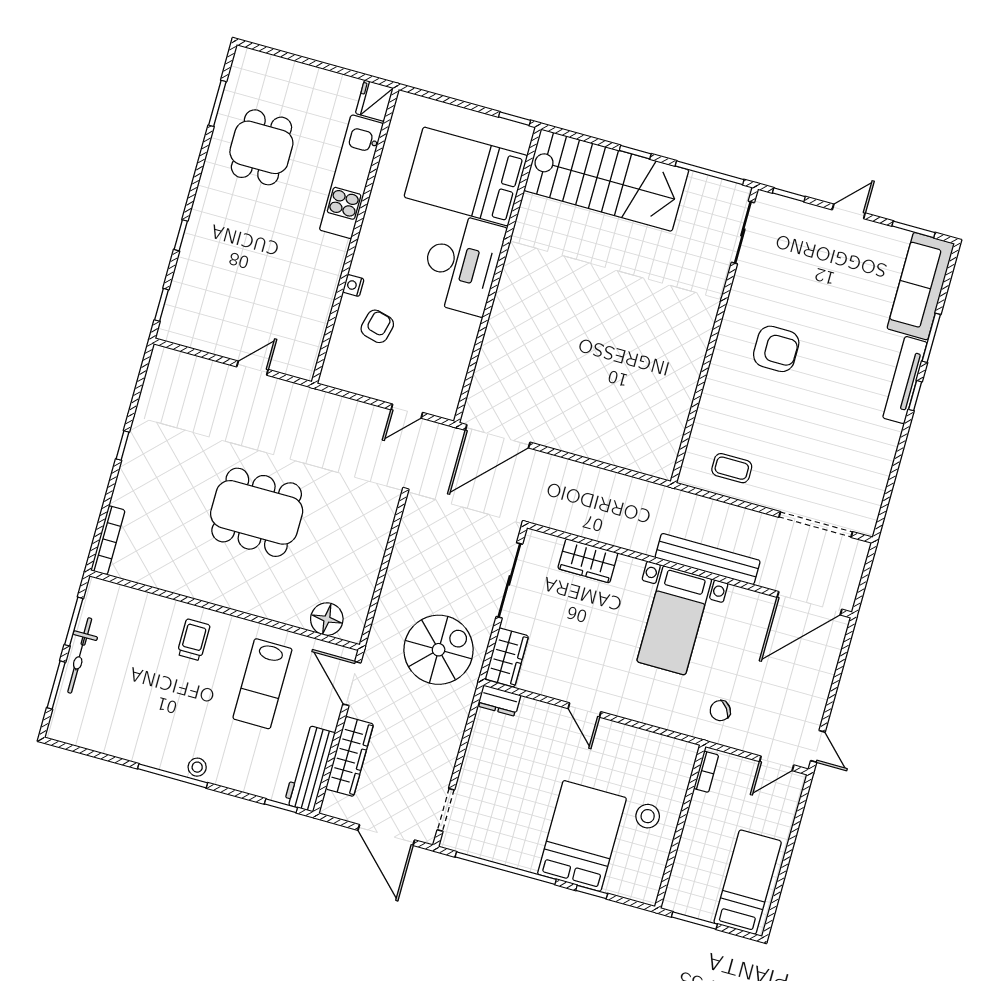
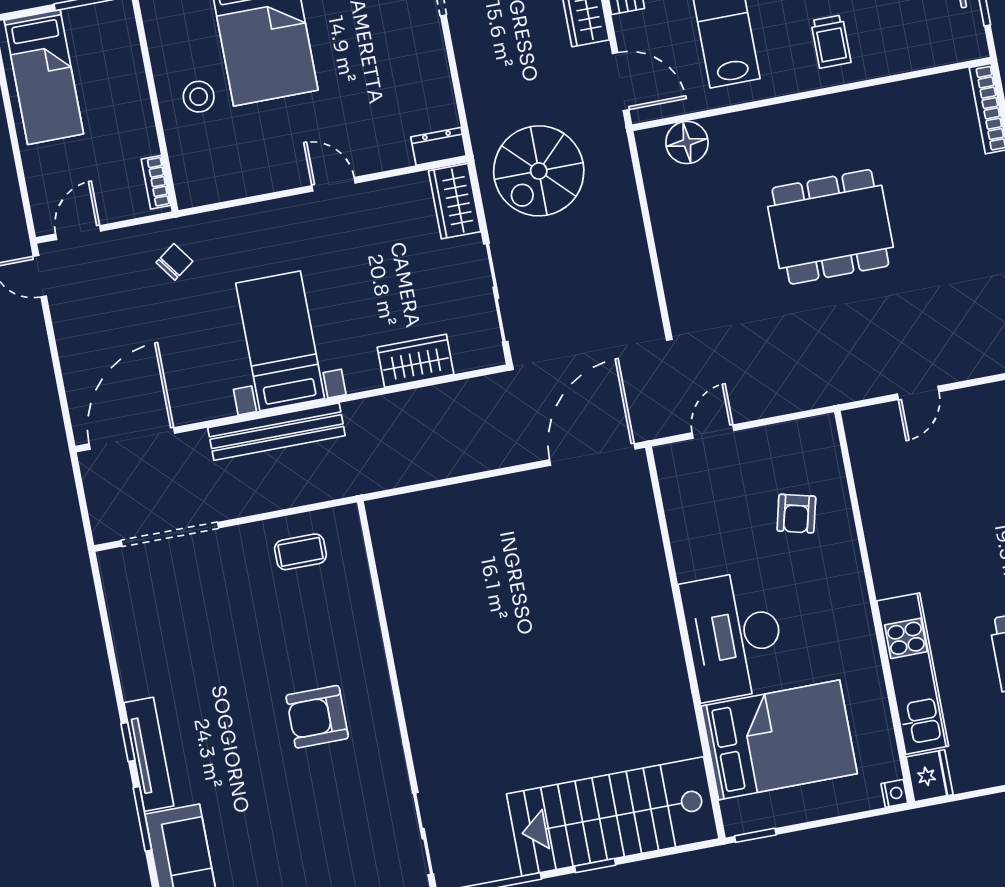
nightstand: (353, 285) -> (894, 793), moved

